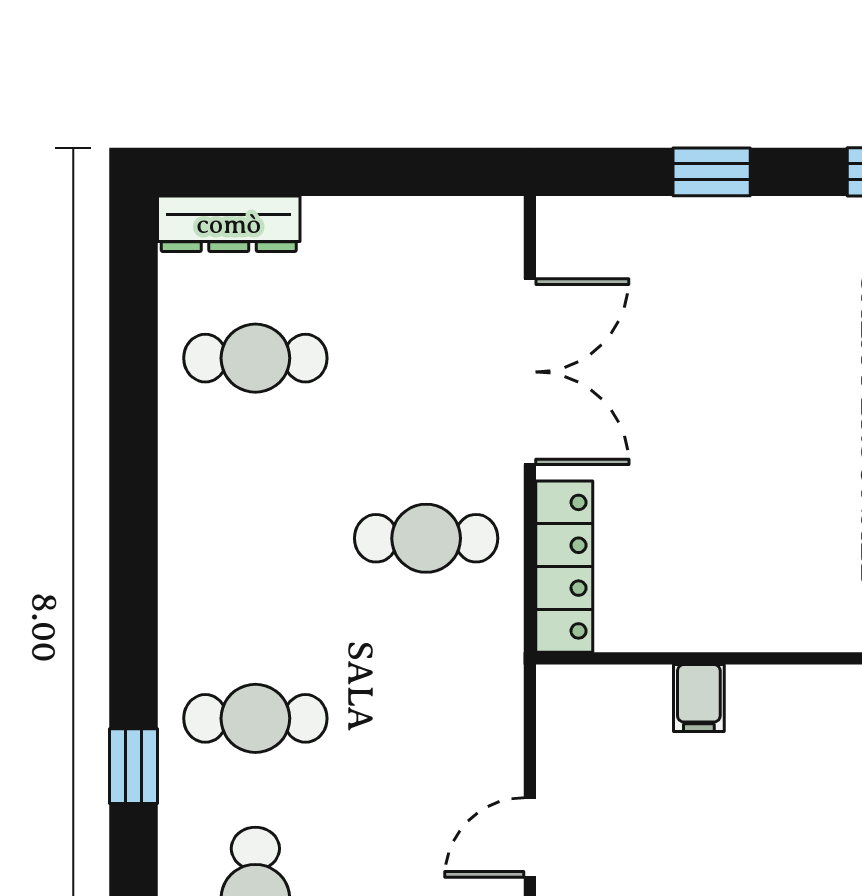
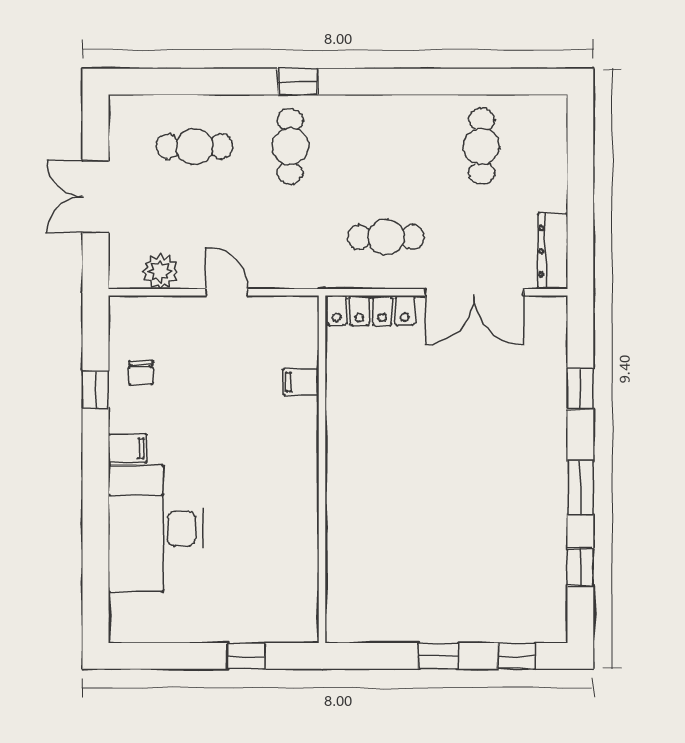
dresser: (229, 224) -> (553, 251), moved
cafe table: (426, 538) -> (386, 237), turned 90
window: (134, 766) -> (298, 82), moved

